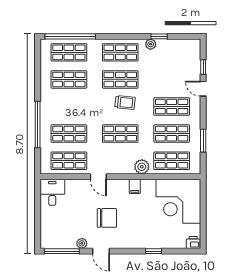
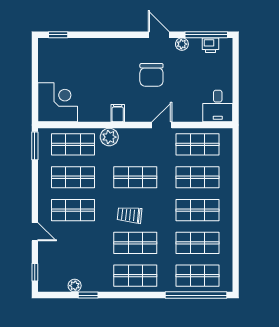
plant: (151, 44) -> (75, 286), moved
window: (203, 67) -> (35, 272), moved
shop shelf: (69, 107) -> (198, 210), added
window: (38, 124) -> (236, 188), removed
window: (203, 141) -> (35, 146), moved
door: (98, 177) -> (162, 125), hinge flipped
corner desk: (178, 201) -> (58, 102), width x0.74, depth x0.74
chair: (107, 218) -> (151, 75), turned -90
printer: (193, 243) -> (210, 45), moved
window: (153, 251) -> (58, 35), moved

